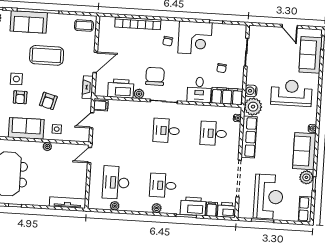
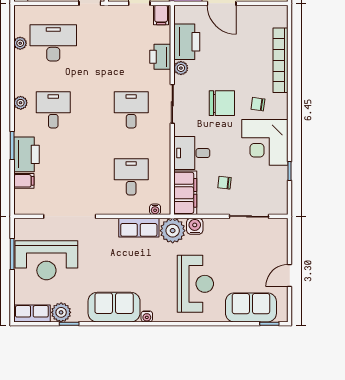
chair: (155, 76) -> (222, 103), moved
row of seats: (249, 137) -> (139, 228), width x0.68
plant: (306, 177) -> (61, 312), moved
printer: (227, 210) -> (160, 57), moved, turned 180

